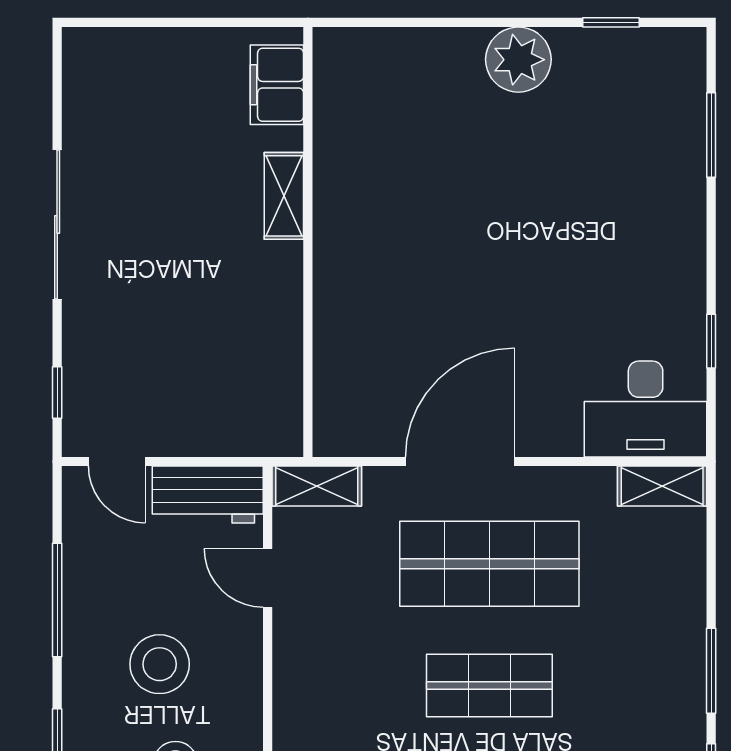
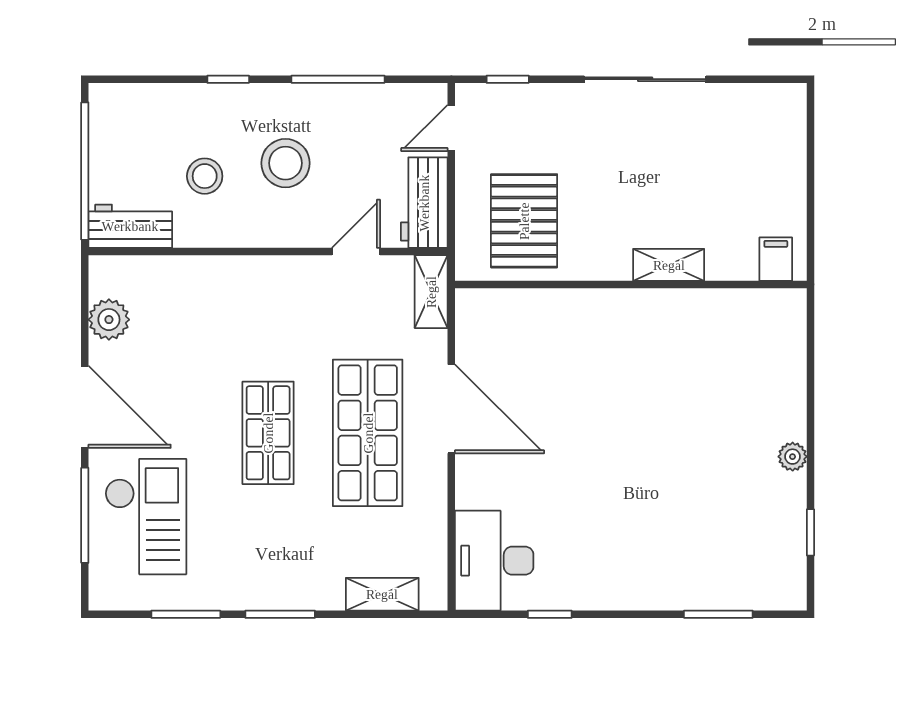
plant: (518, 60) -> (793, 457), width x0.53, depth x0.53
filing cabinet: (277, 85) -> (776, 259), width x0.50
pallet: (230, 373) -> (524, 221), added
shelving: (662, 486) -> (382, 594), moved, turned 90

